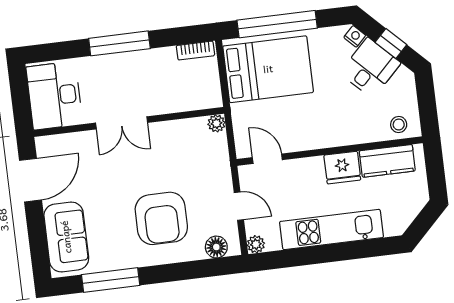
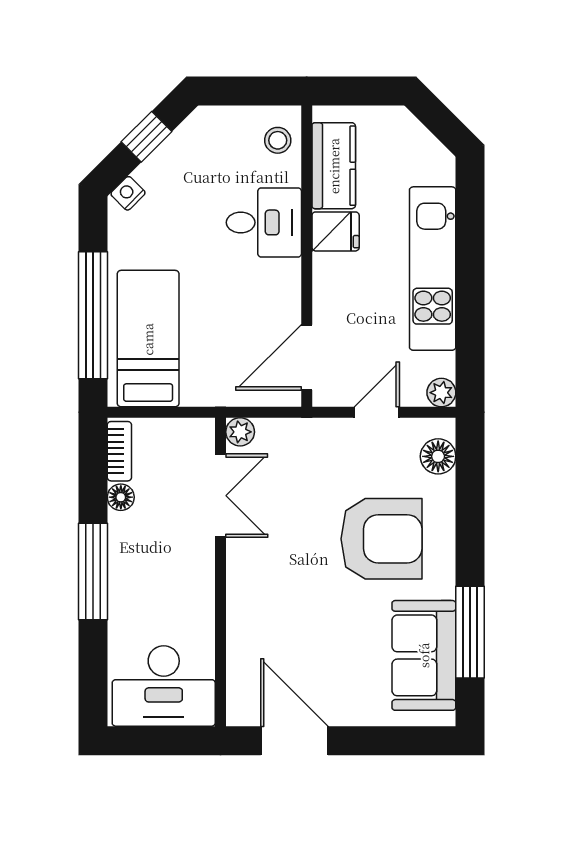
floor lamp: (167, 55) -> (121, 497), added
desk: (370, 68) -> (264, 222), moved, turned 135
bed: (268, 69) -> (148, 339), width x0.67
double door: (122, 123) -> (221, 496), moved
door: (267, 159) -> (307, 357), width x1.38
fridge: (342, 168) -> (336, 231), width x0.72
sofa: (66, 237) -> (424, 655), moved, turned -90

